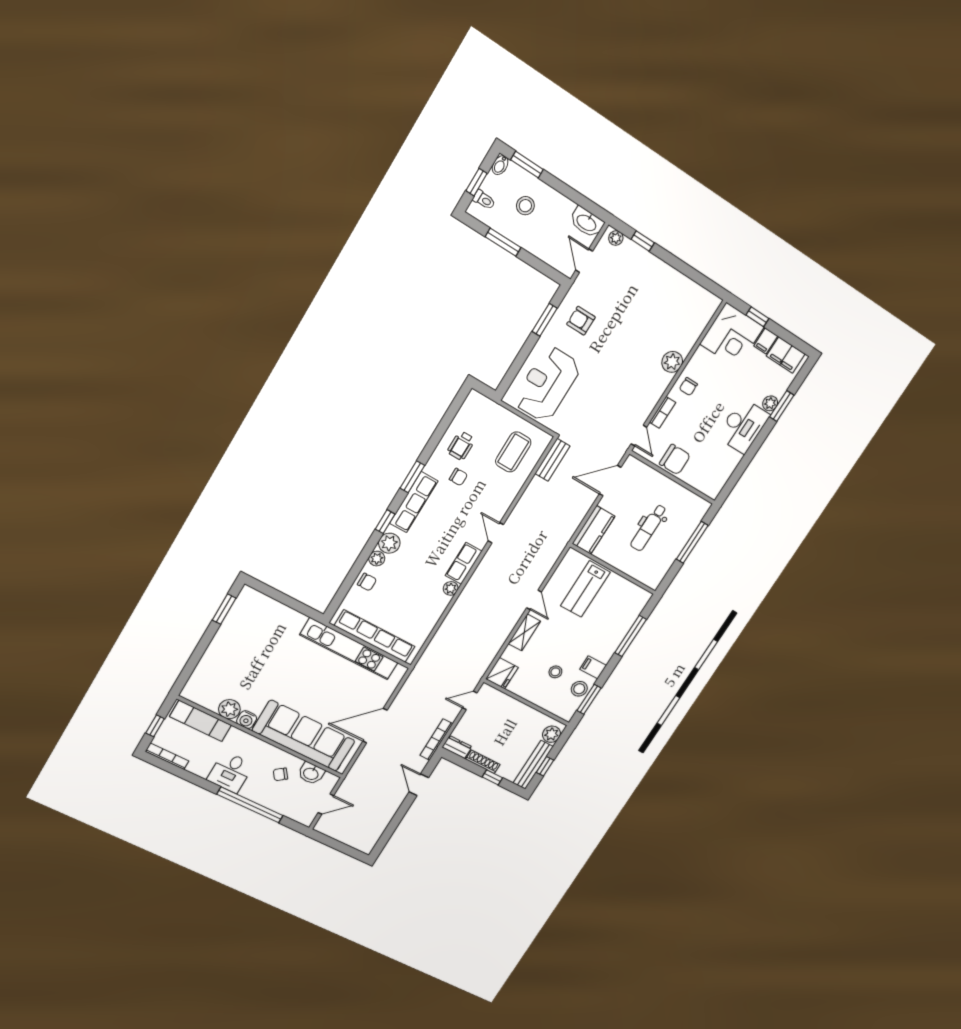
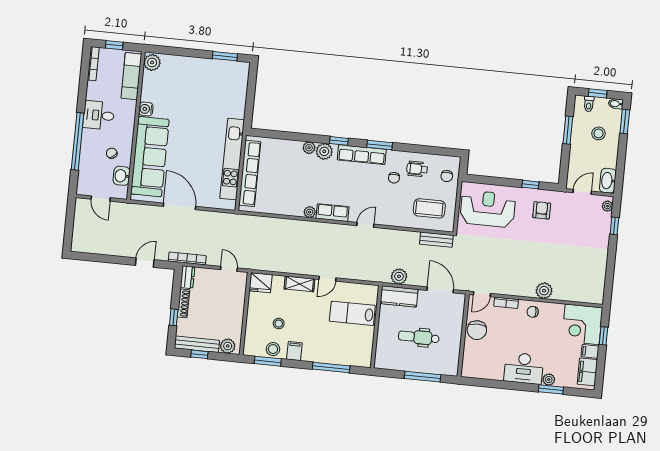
window: (545, 320) -> (530, 185), width x0.67
plant: (572, 520) -> (399, 276), added
chair: (367, 582) -> (447, 176), moved
plant: (229, 709) -> (152, 62), moved

